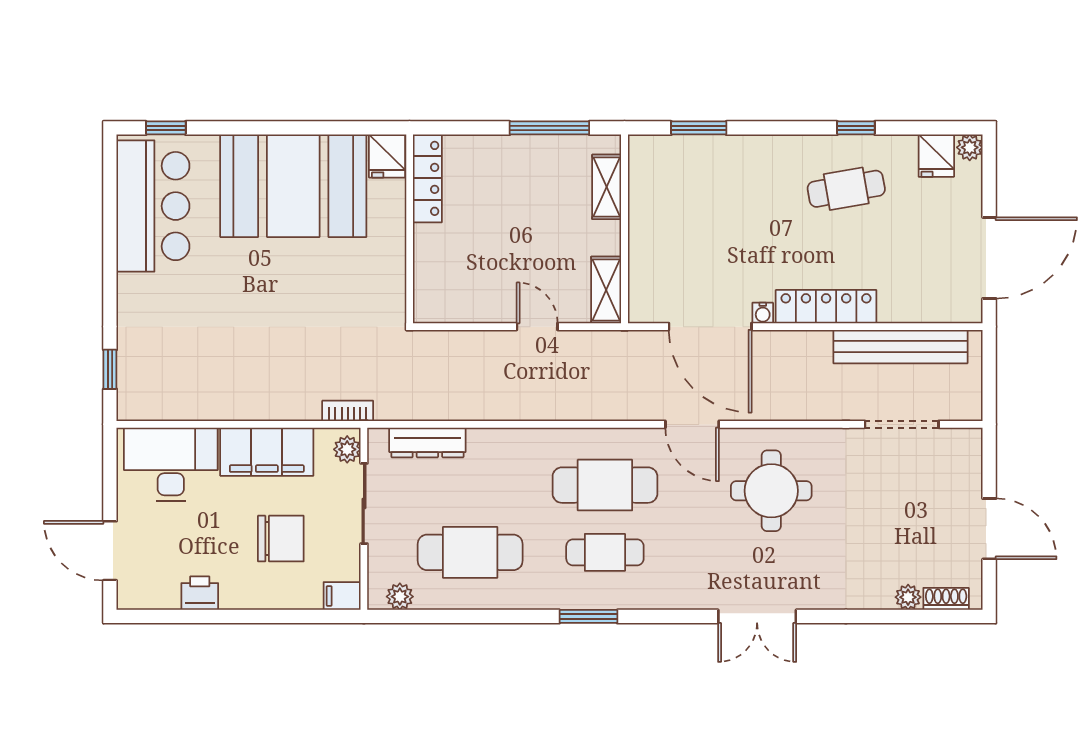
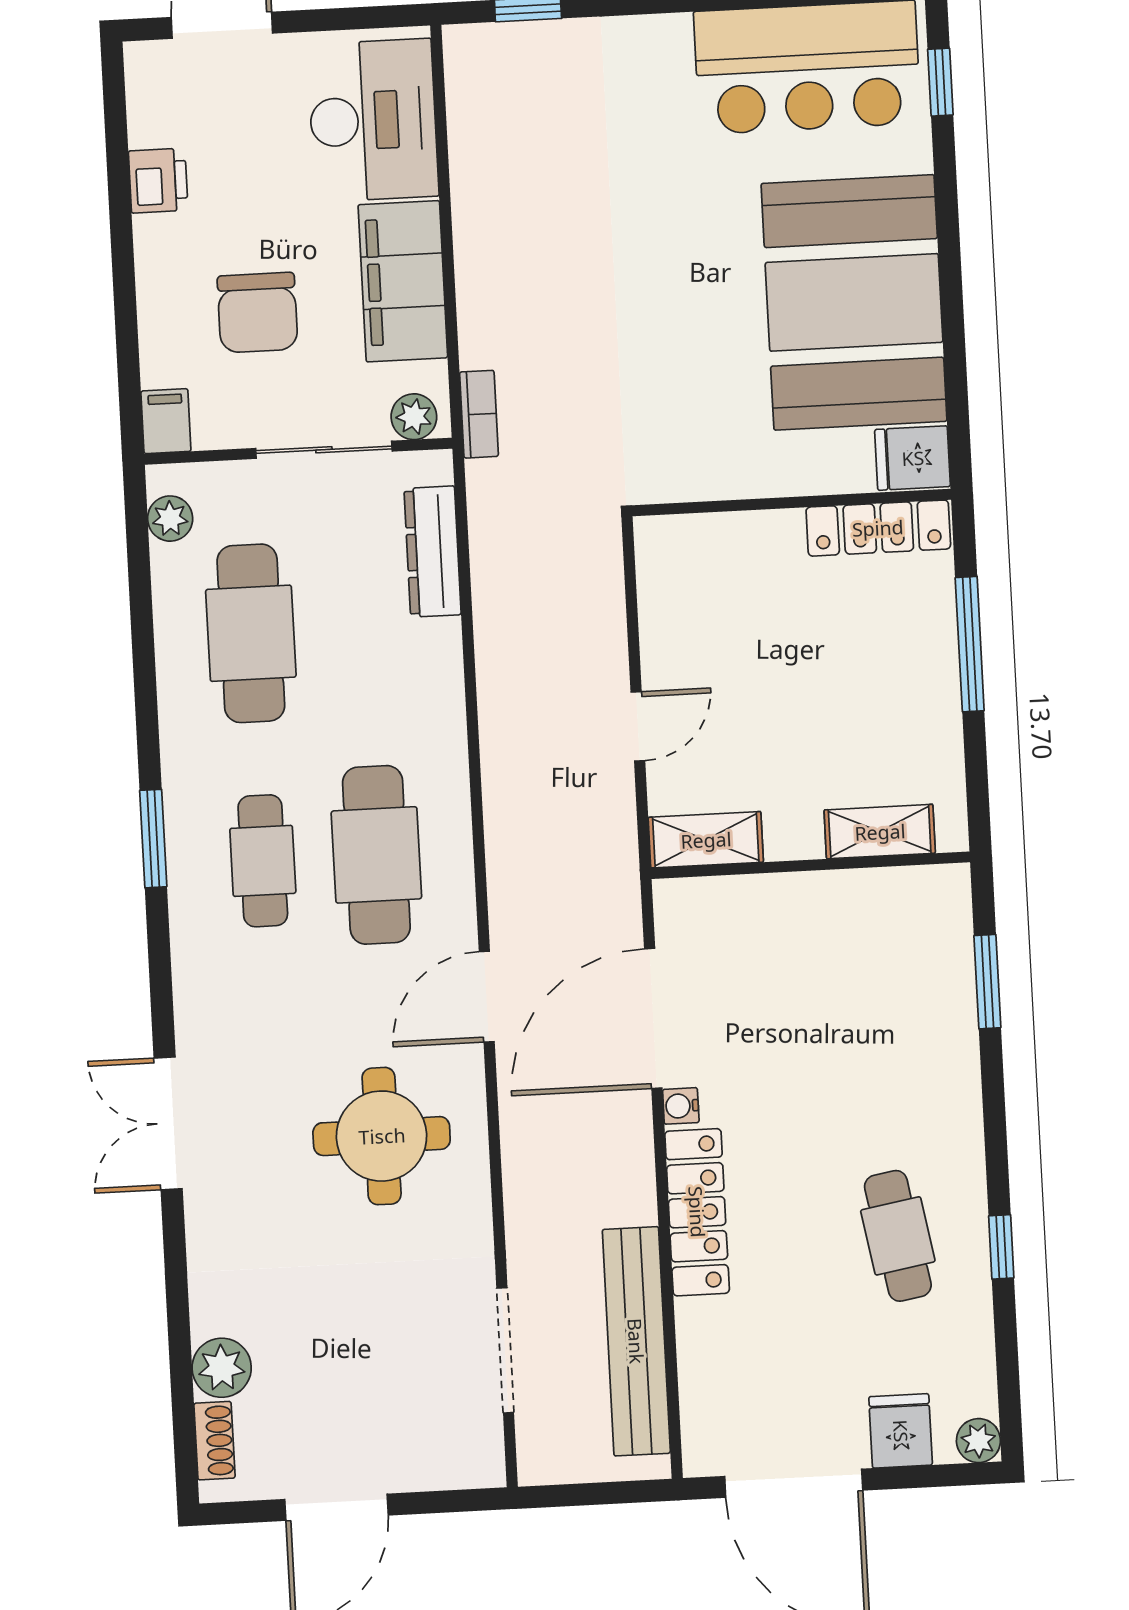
window: (549, 128) -> (970, 644), moved
fridge: (936, 156) -> (901, 1431), moved, turned 90
plant: (908, 597) -> (222, 1368), width x1.38, depth x1.38

